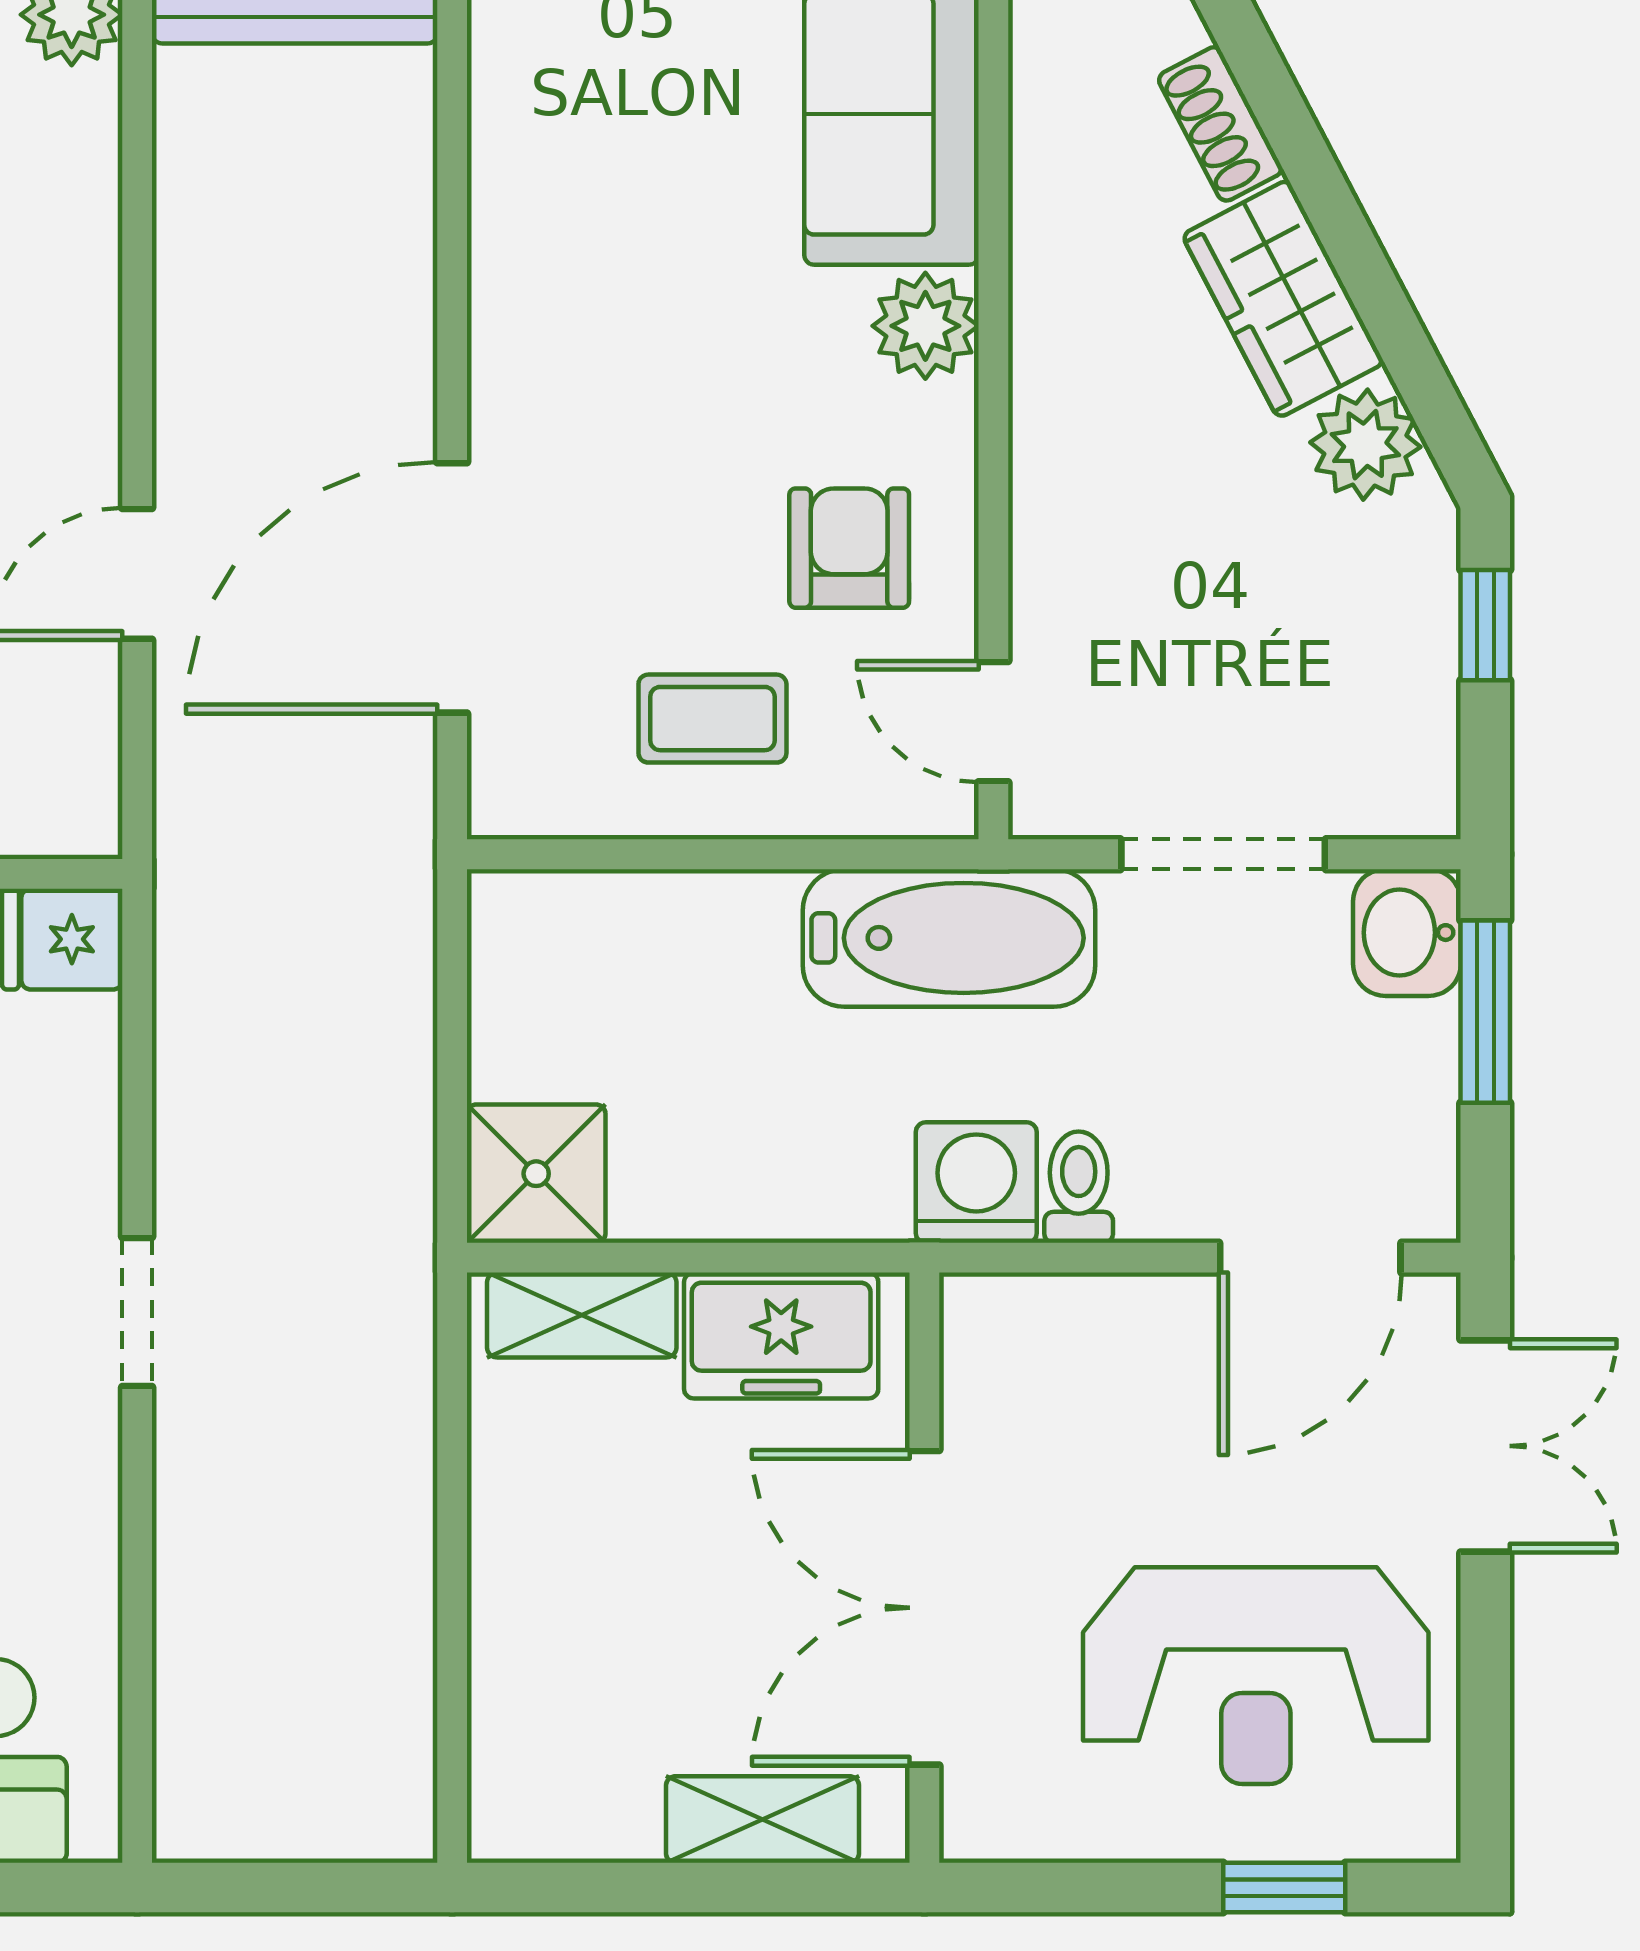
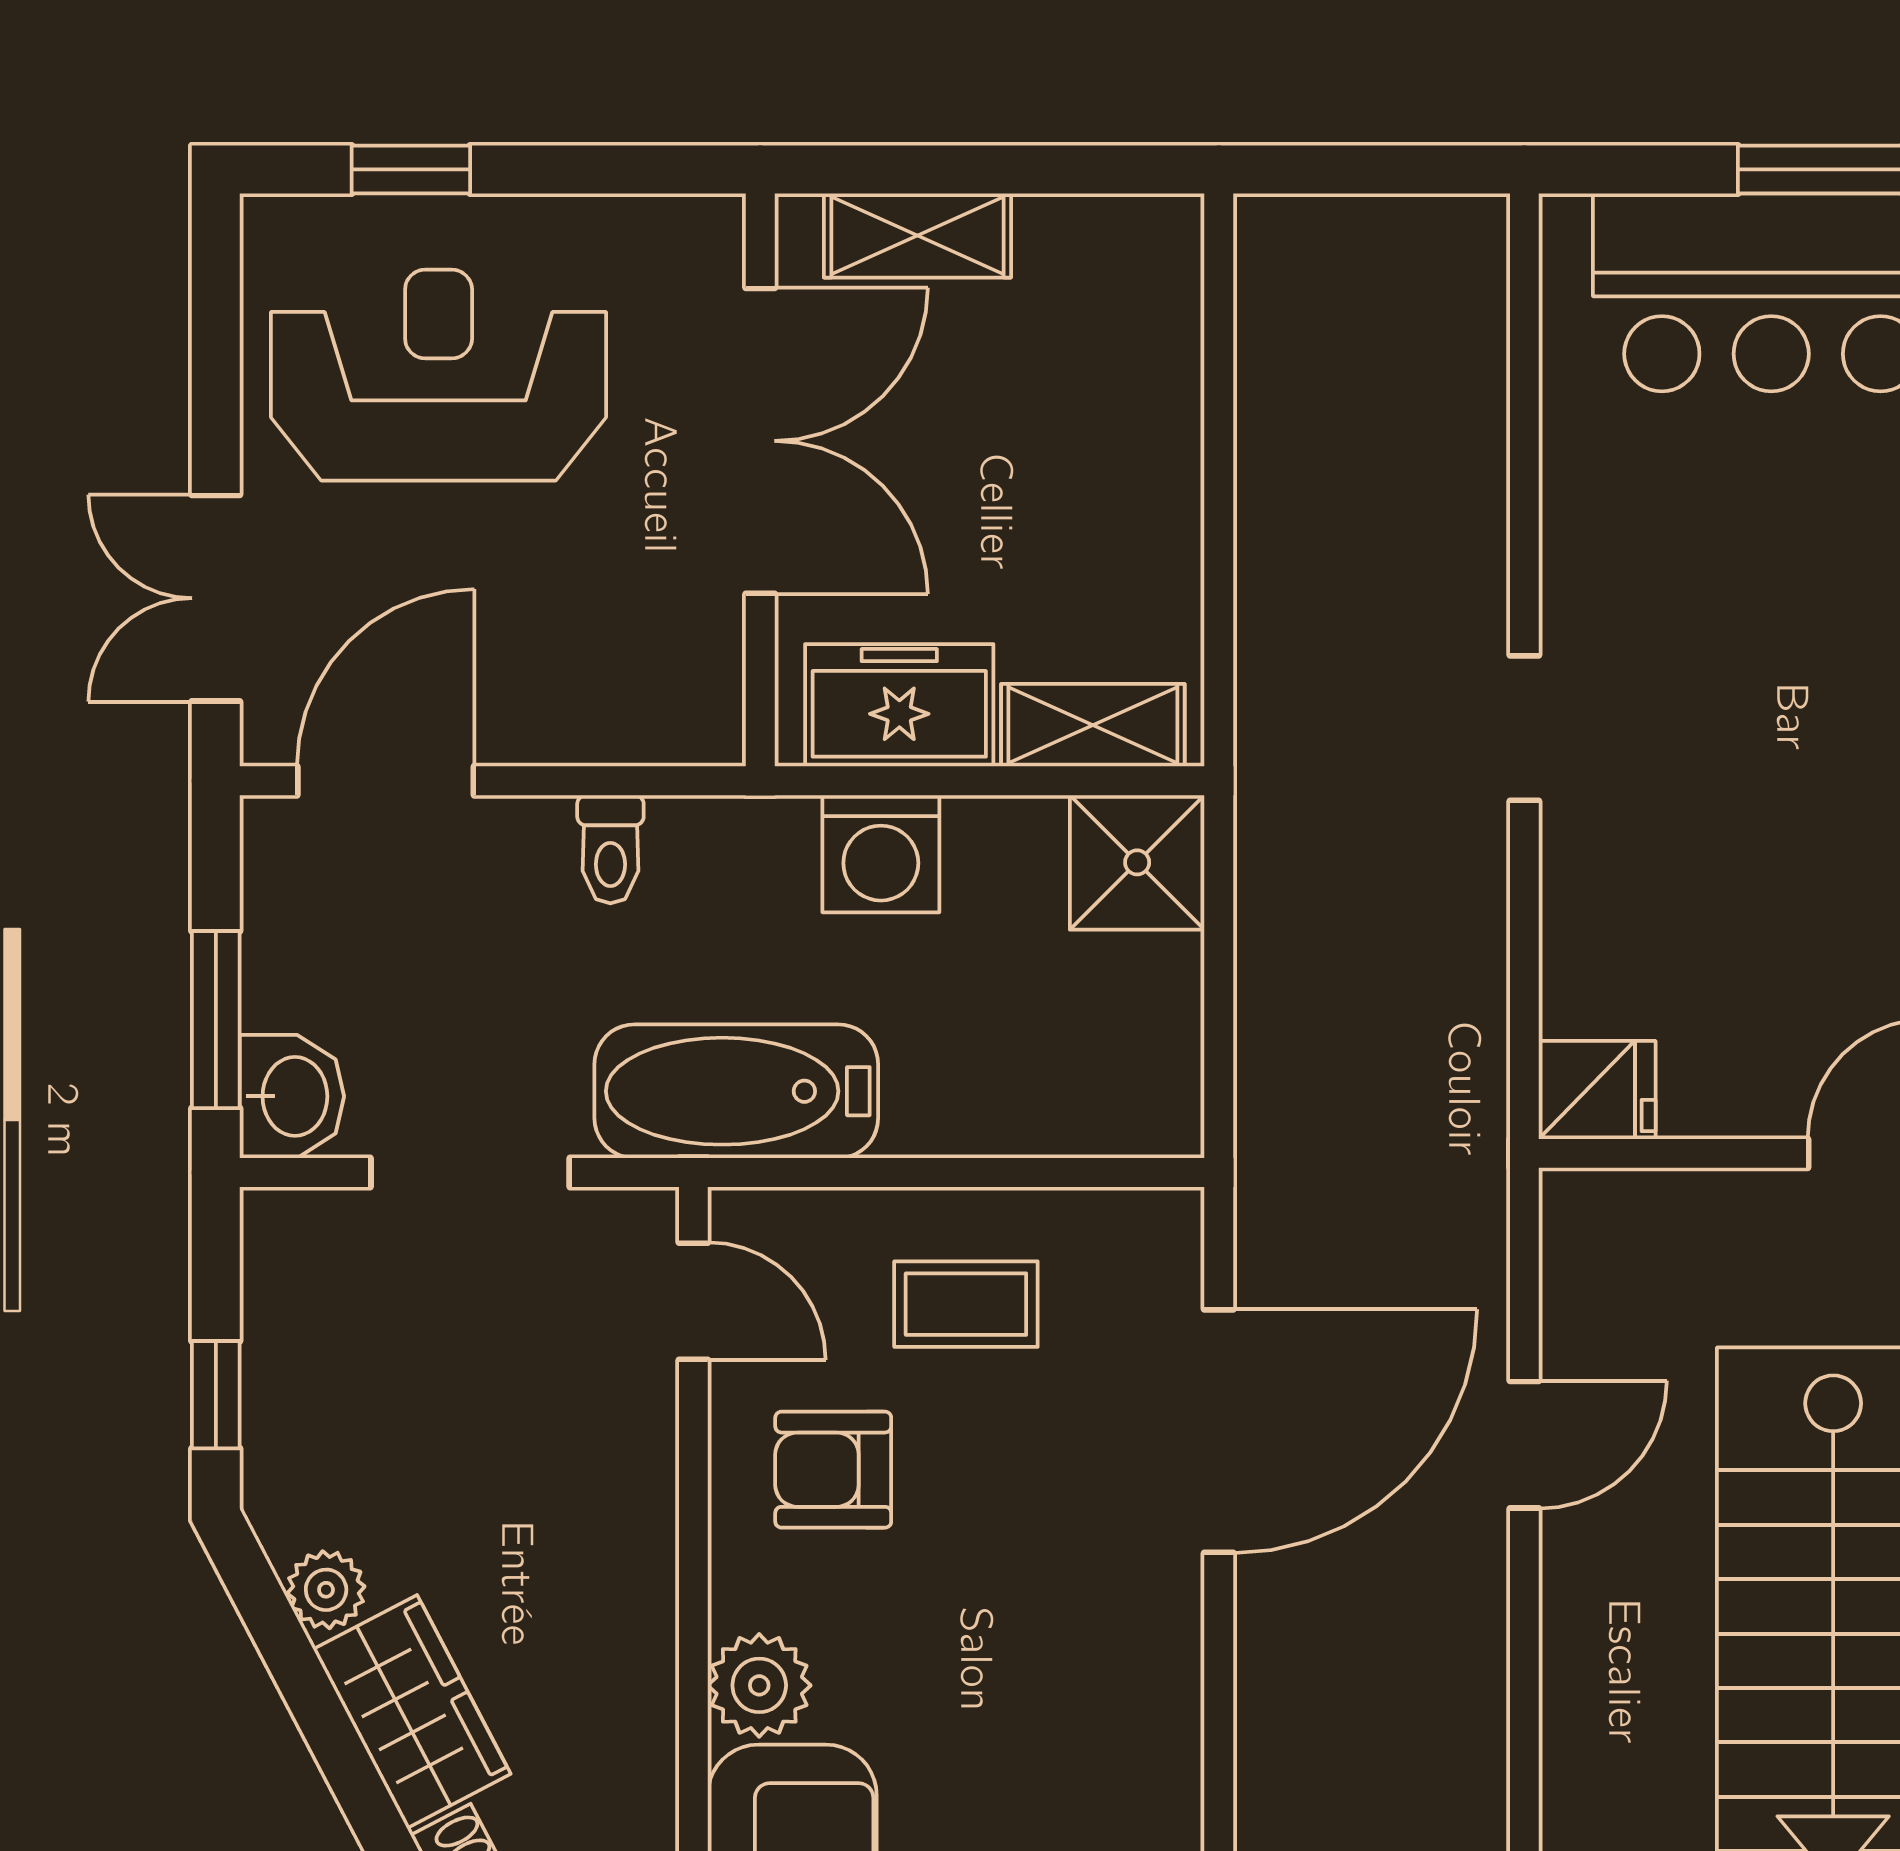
plant: (1365, 445) -> (326, 1590), width x0.73, depth x0.73
armchair: (849, 548) -> (833, 1470), turned 90
washing machine: (976, 1183) -> (881, 854), moved

